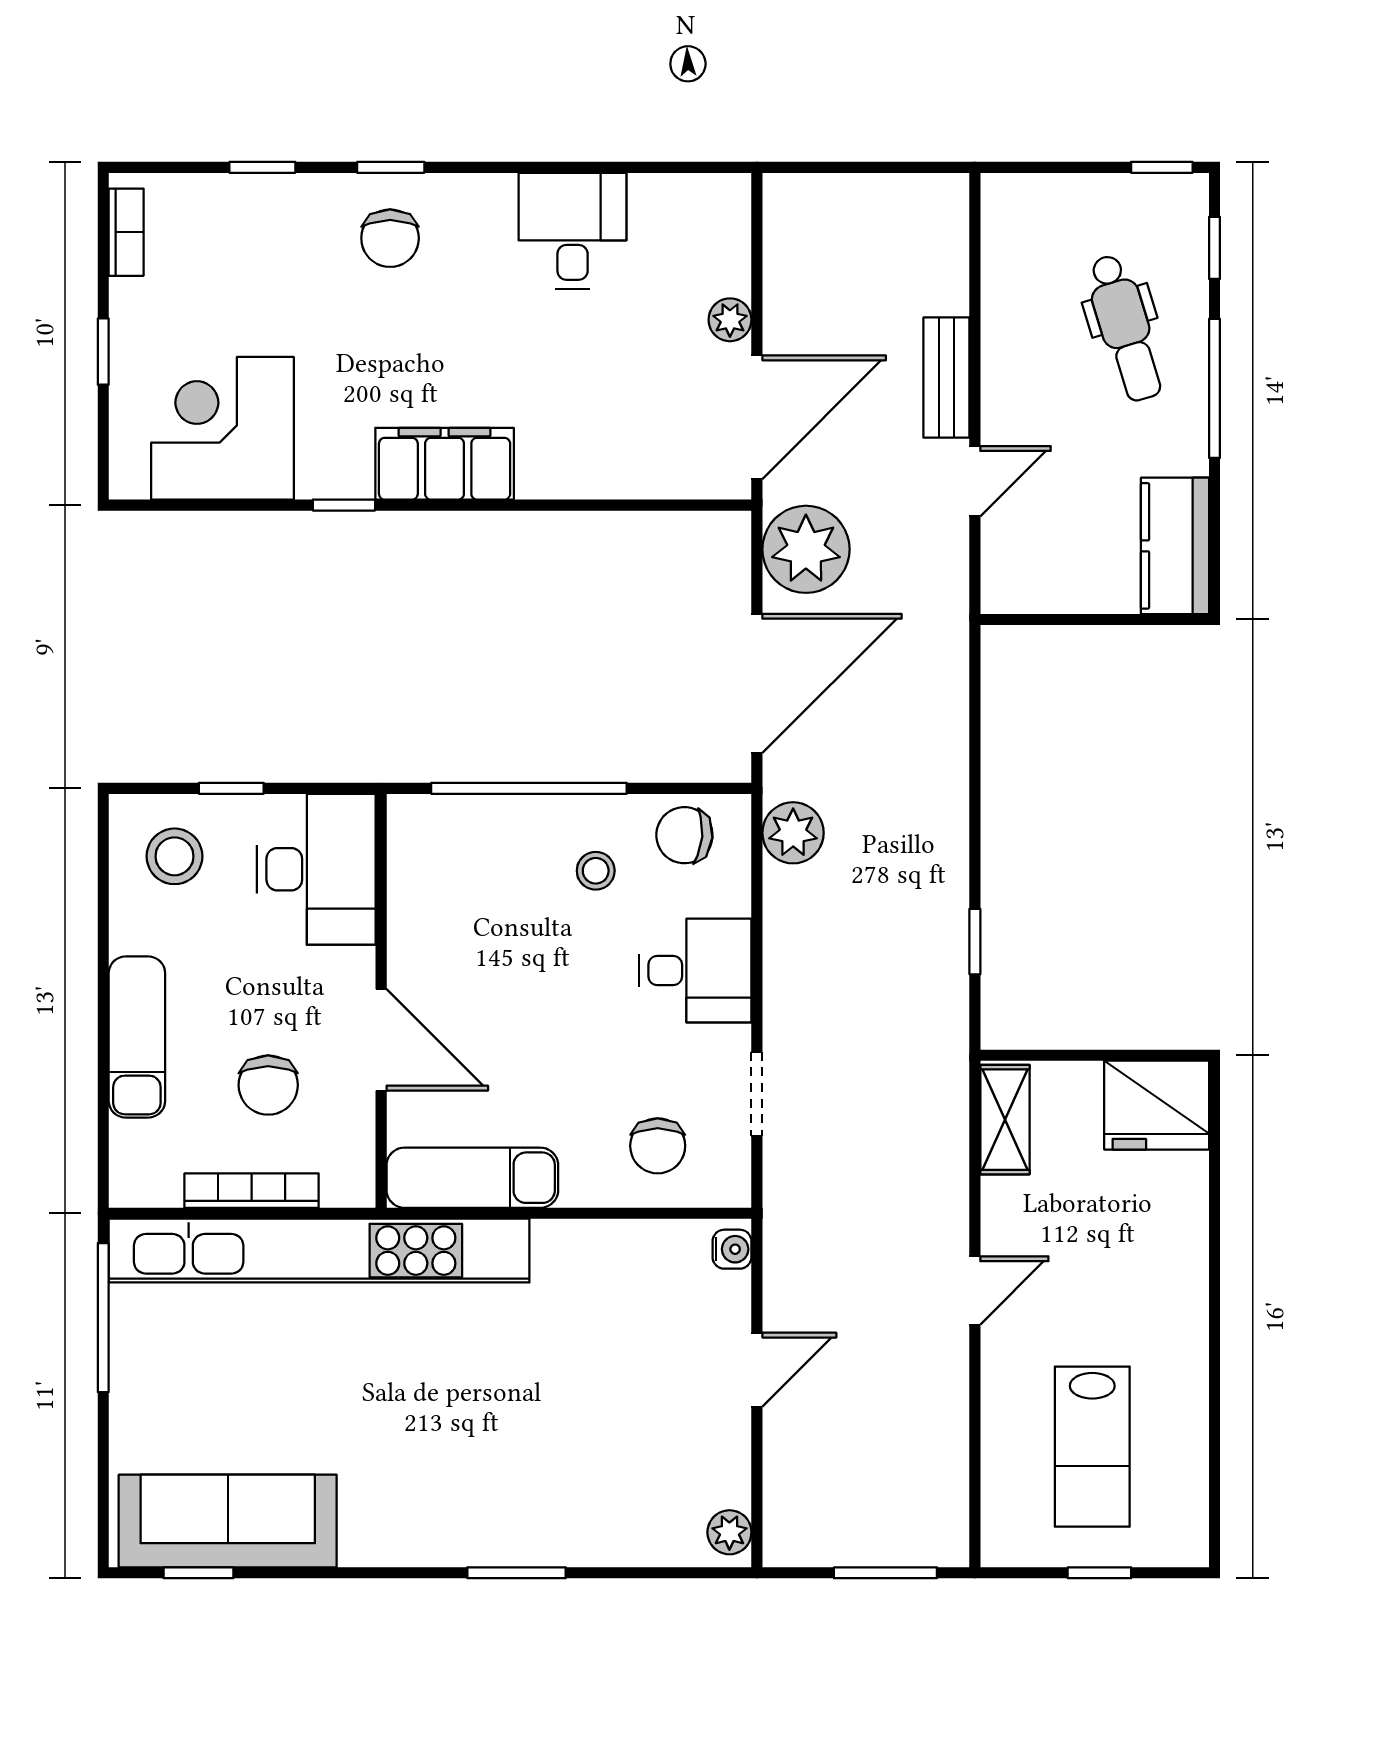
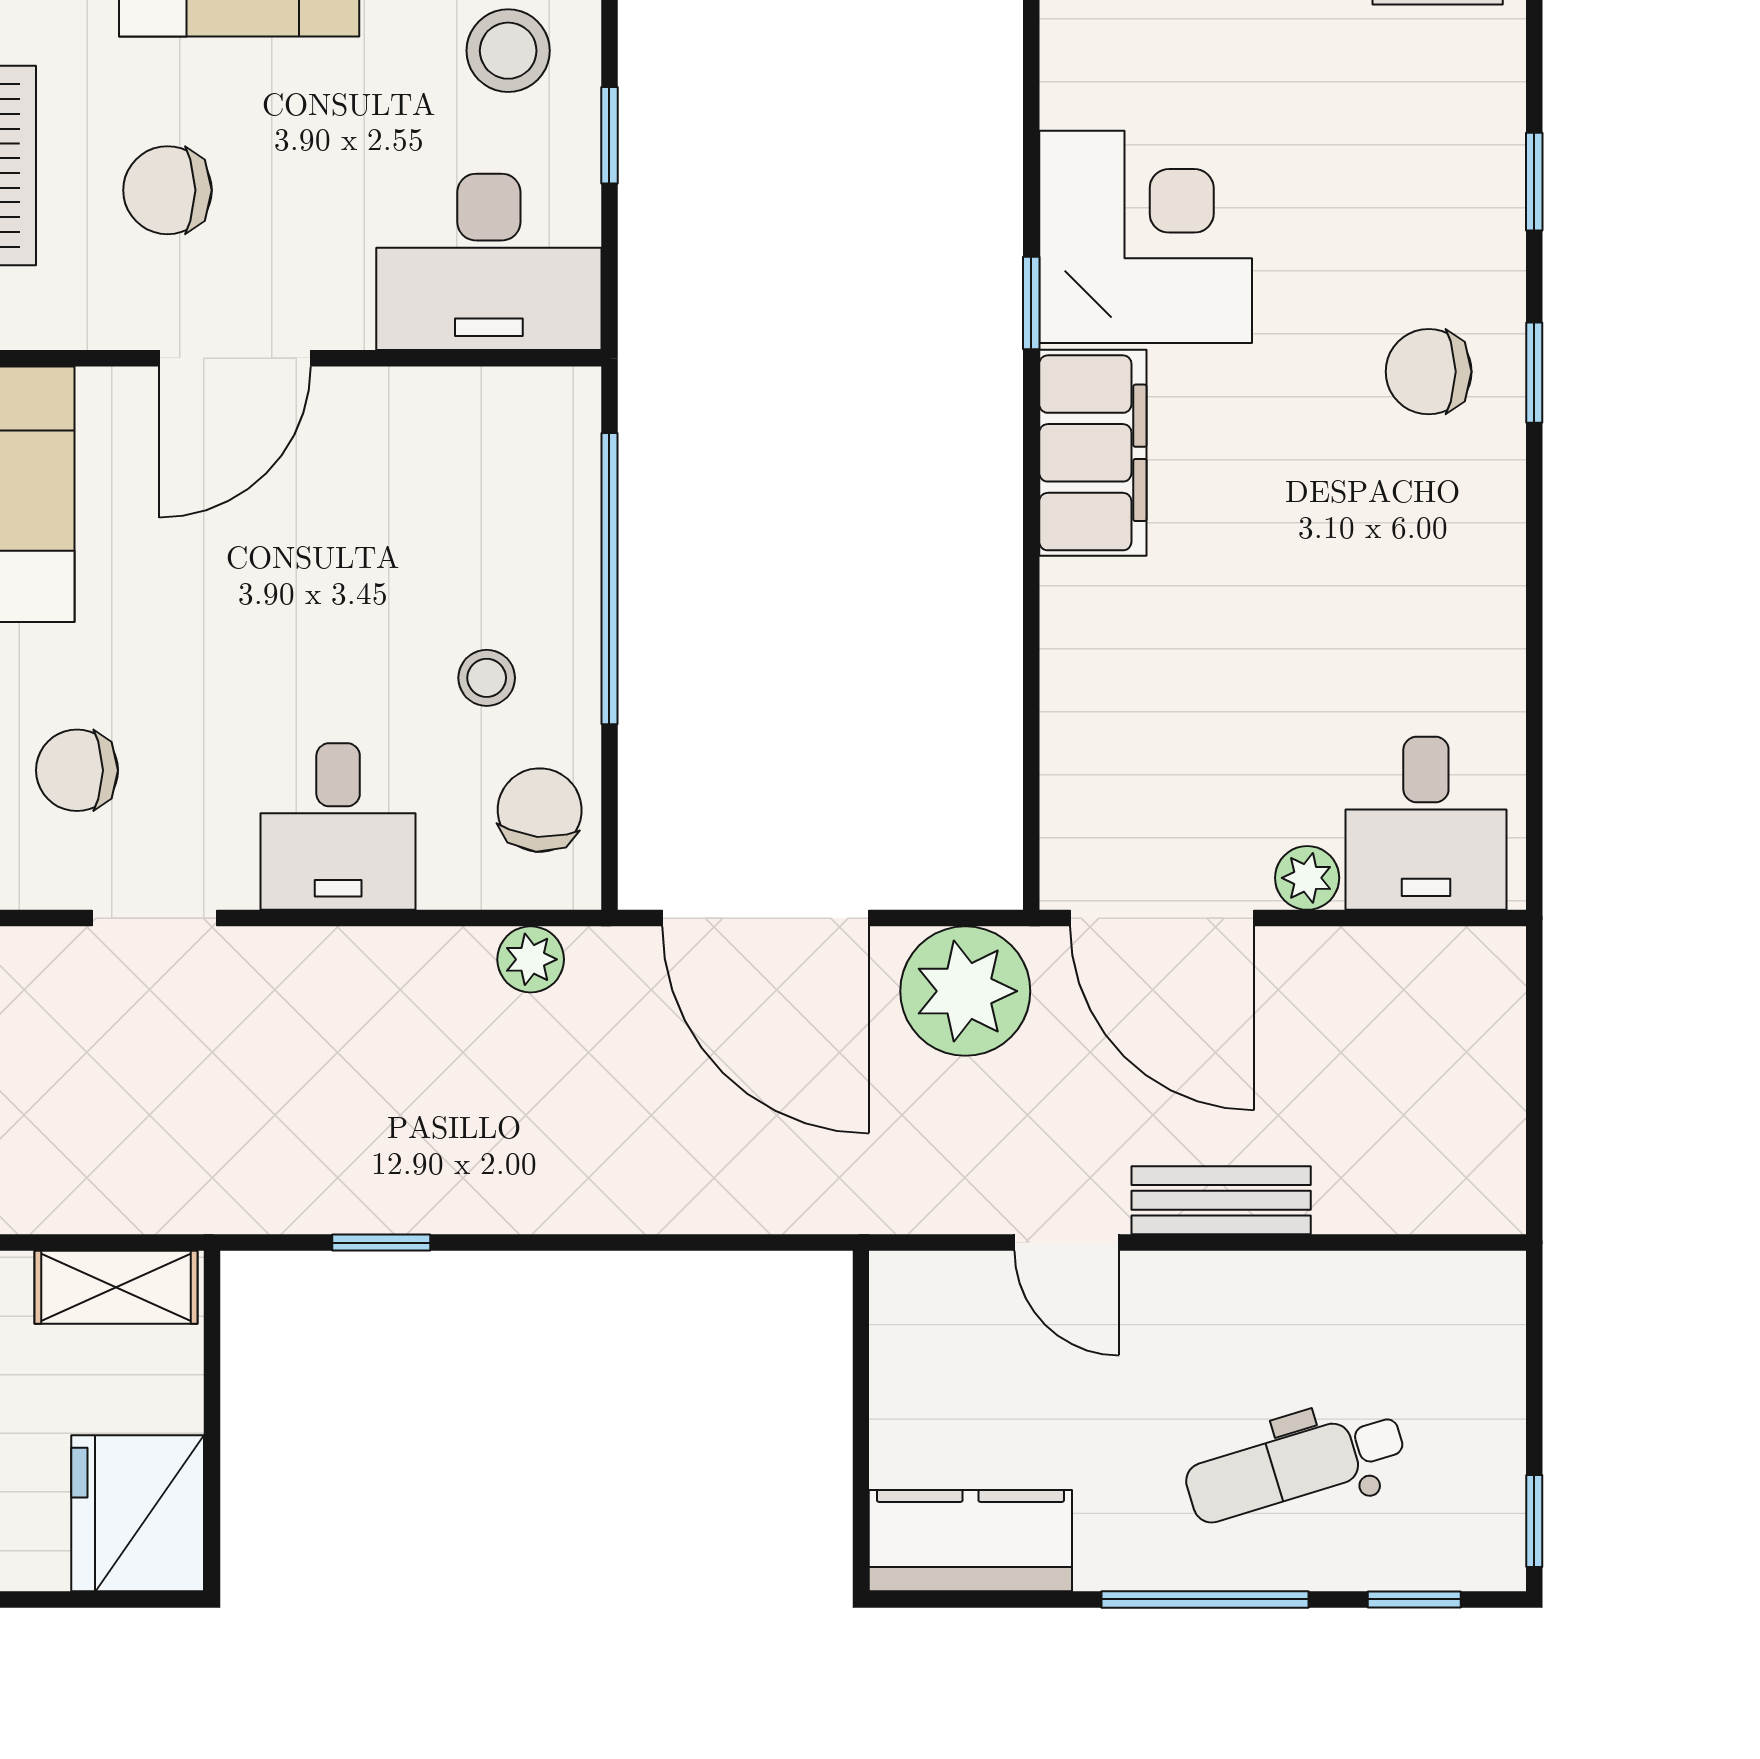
desk: (573, 231) -> (1426, 823), moved, turned 90
corner desk: (223, 428) -> (1146, 237), moved
plant: (793, 833) -> (531, 959), width x0.73, depth x0.73

